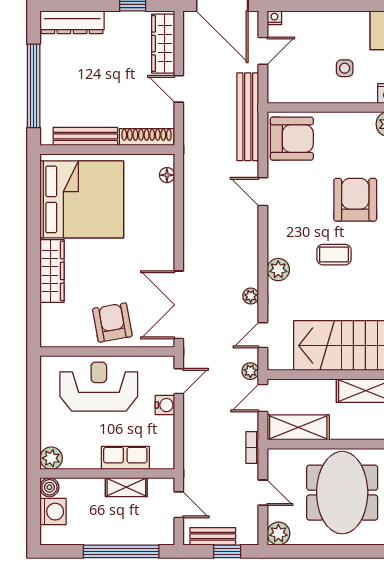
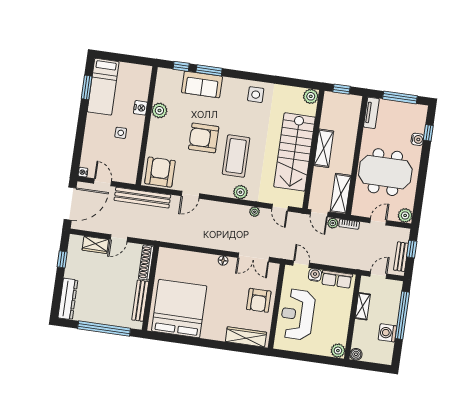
wardrobe: (163, 44) -> (95, 245), width x0.67
floor lamp: (167, 175) -> (223, 261), moved
coffee table: (334, 255) -> (236, 156), width x1.86, depth x1.72
wardrobe: (52, 271) -> (246, 337), moved
double door: (179, 305) -> (254, 257), width x0.73
armchair: (112, 322) -> (259, 300), turned -80
plant: (250, 371) -> (333, 223), moved
row of seats: (125, 458) -> (337, 279), moved, turned -90
washing machine: (53, 512) -> (387, 333), moved, turned -90

